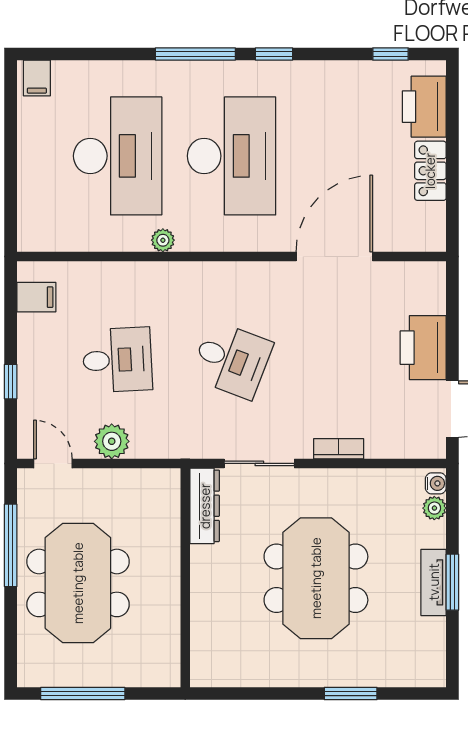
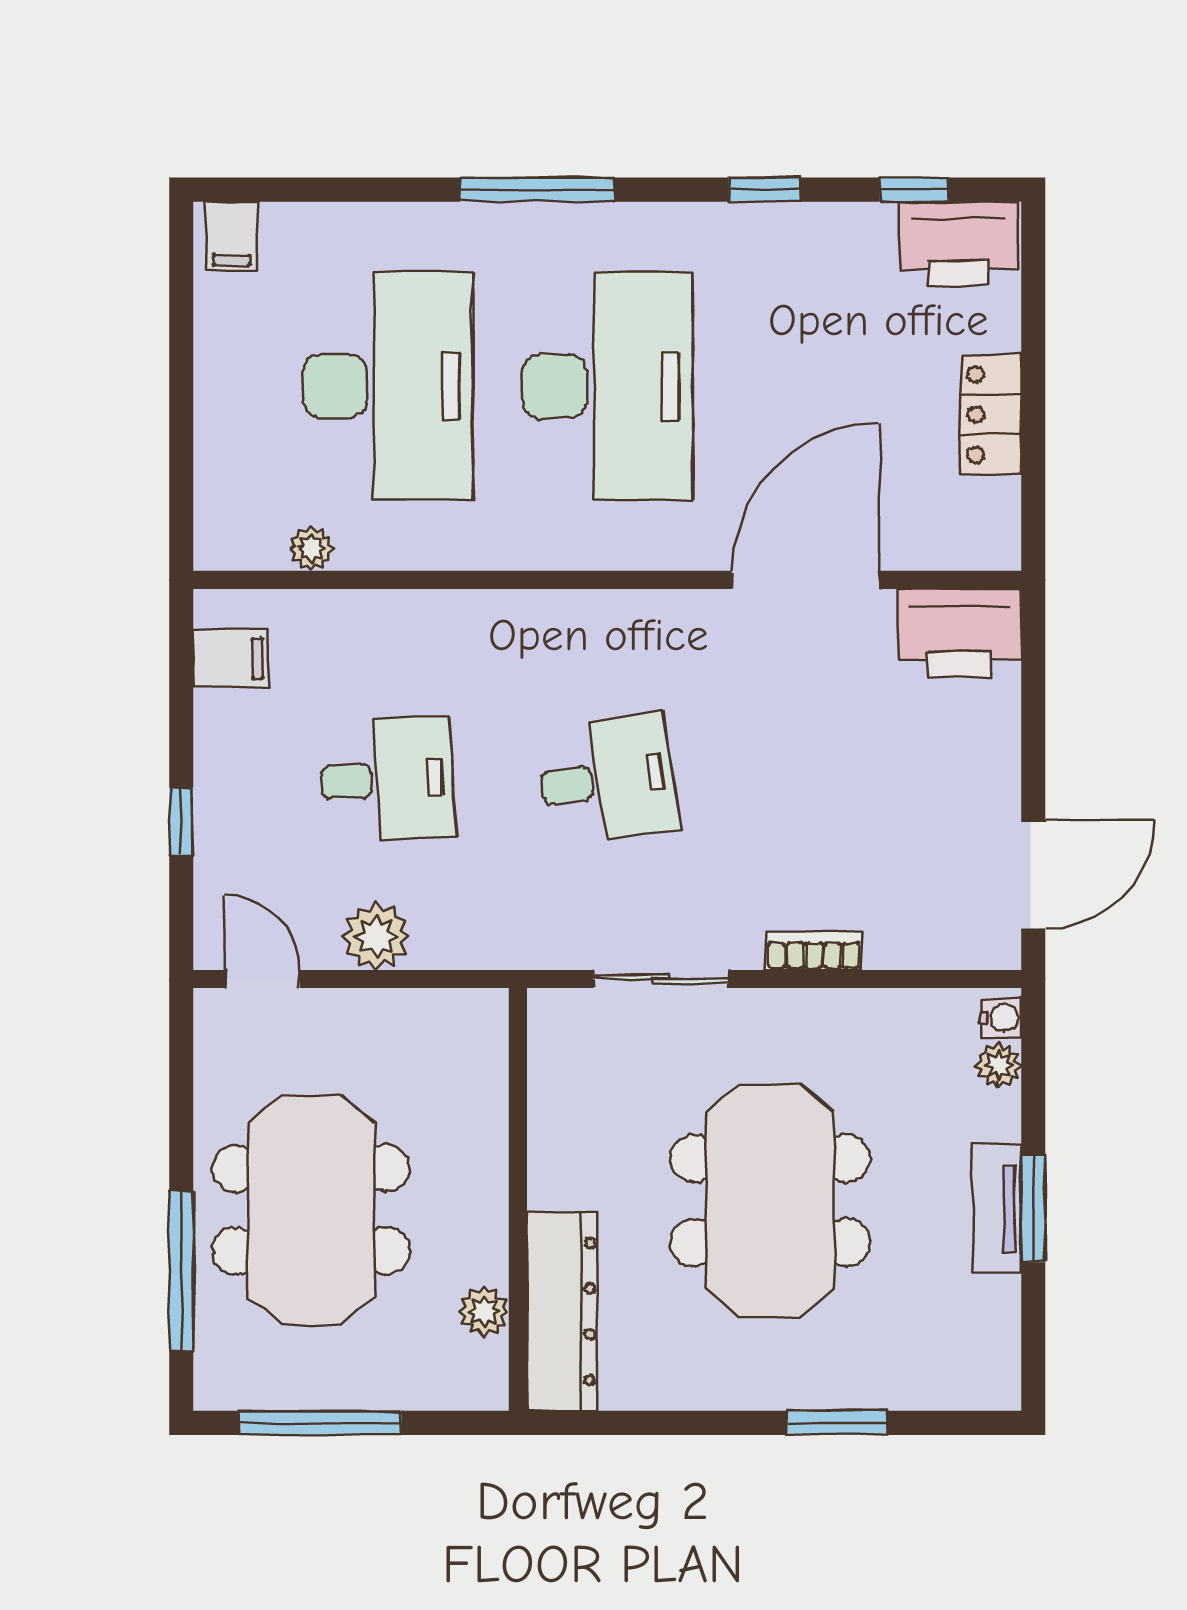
window: (274, 54) -> (765, 190), moved
printer: (424, 107) -> (959, 244), moved, turned -90
plant: (163, 240) -> (311, 549), moved
printer: (423, 348) -> (959, 633), moved, turned -90
desk: (232, 360) -> (607, 779), turned -30
dresser: (205, 506) -> (562, 1312), moved, width x1.37, depth x1.24
window: (11, 545) -> (181, 1271), moved
plant: (168, 636) -> (484, 1312), added

